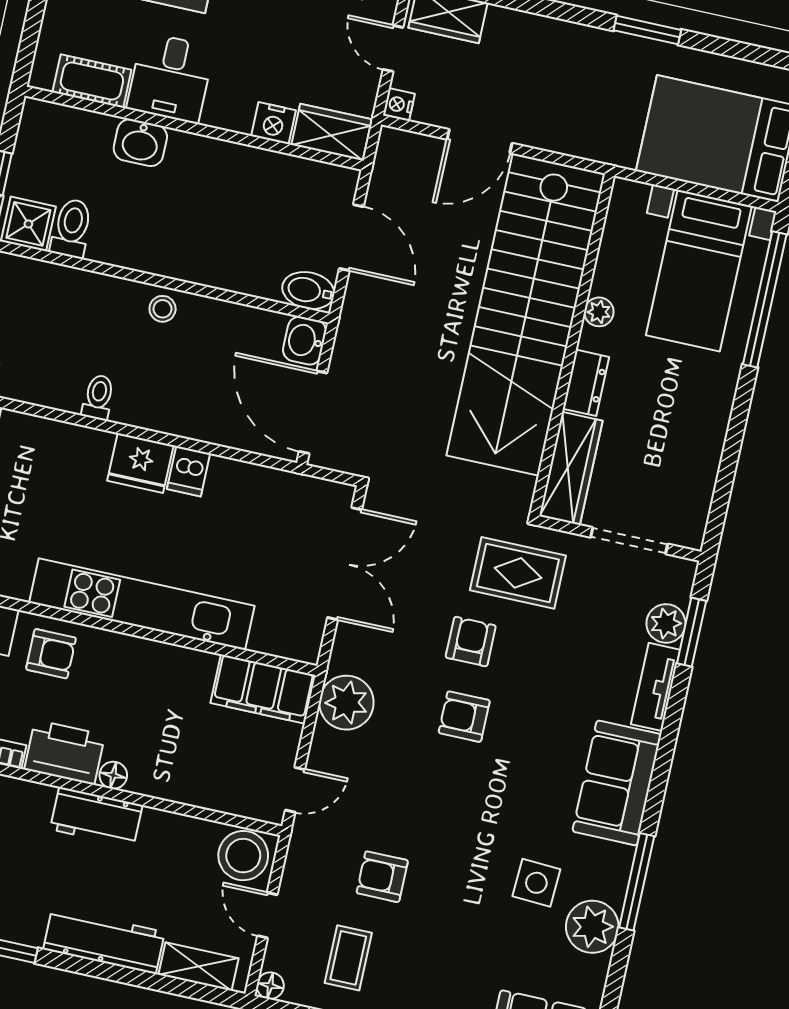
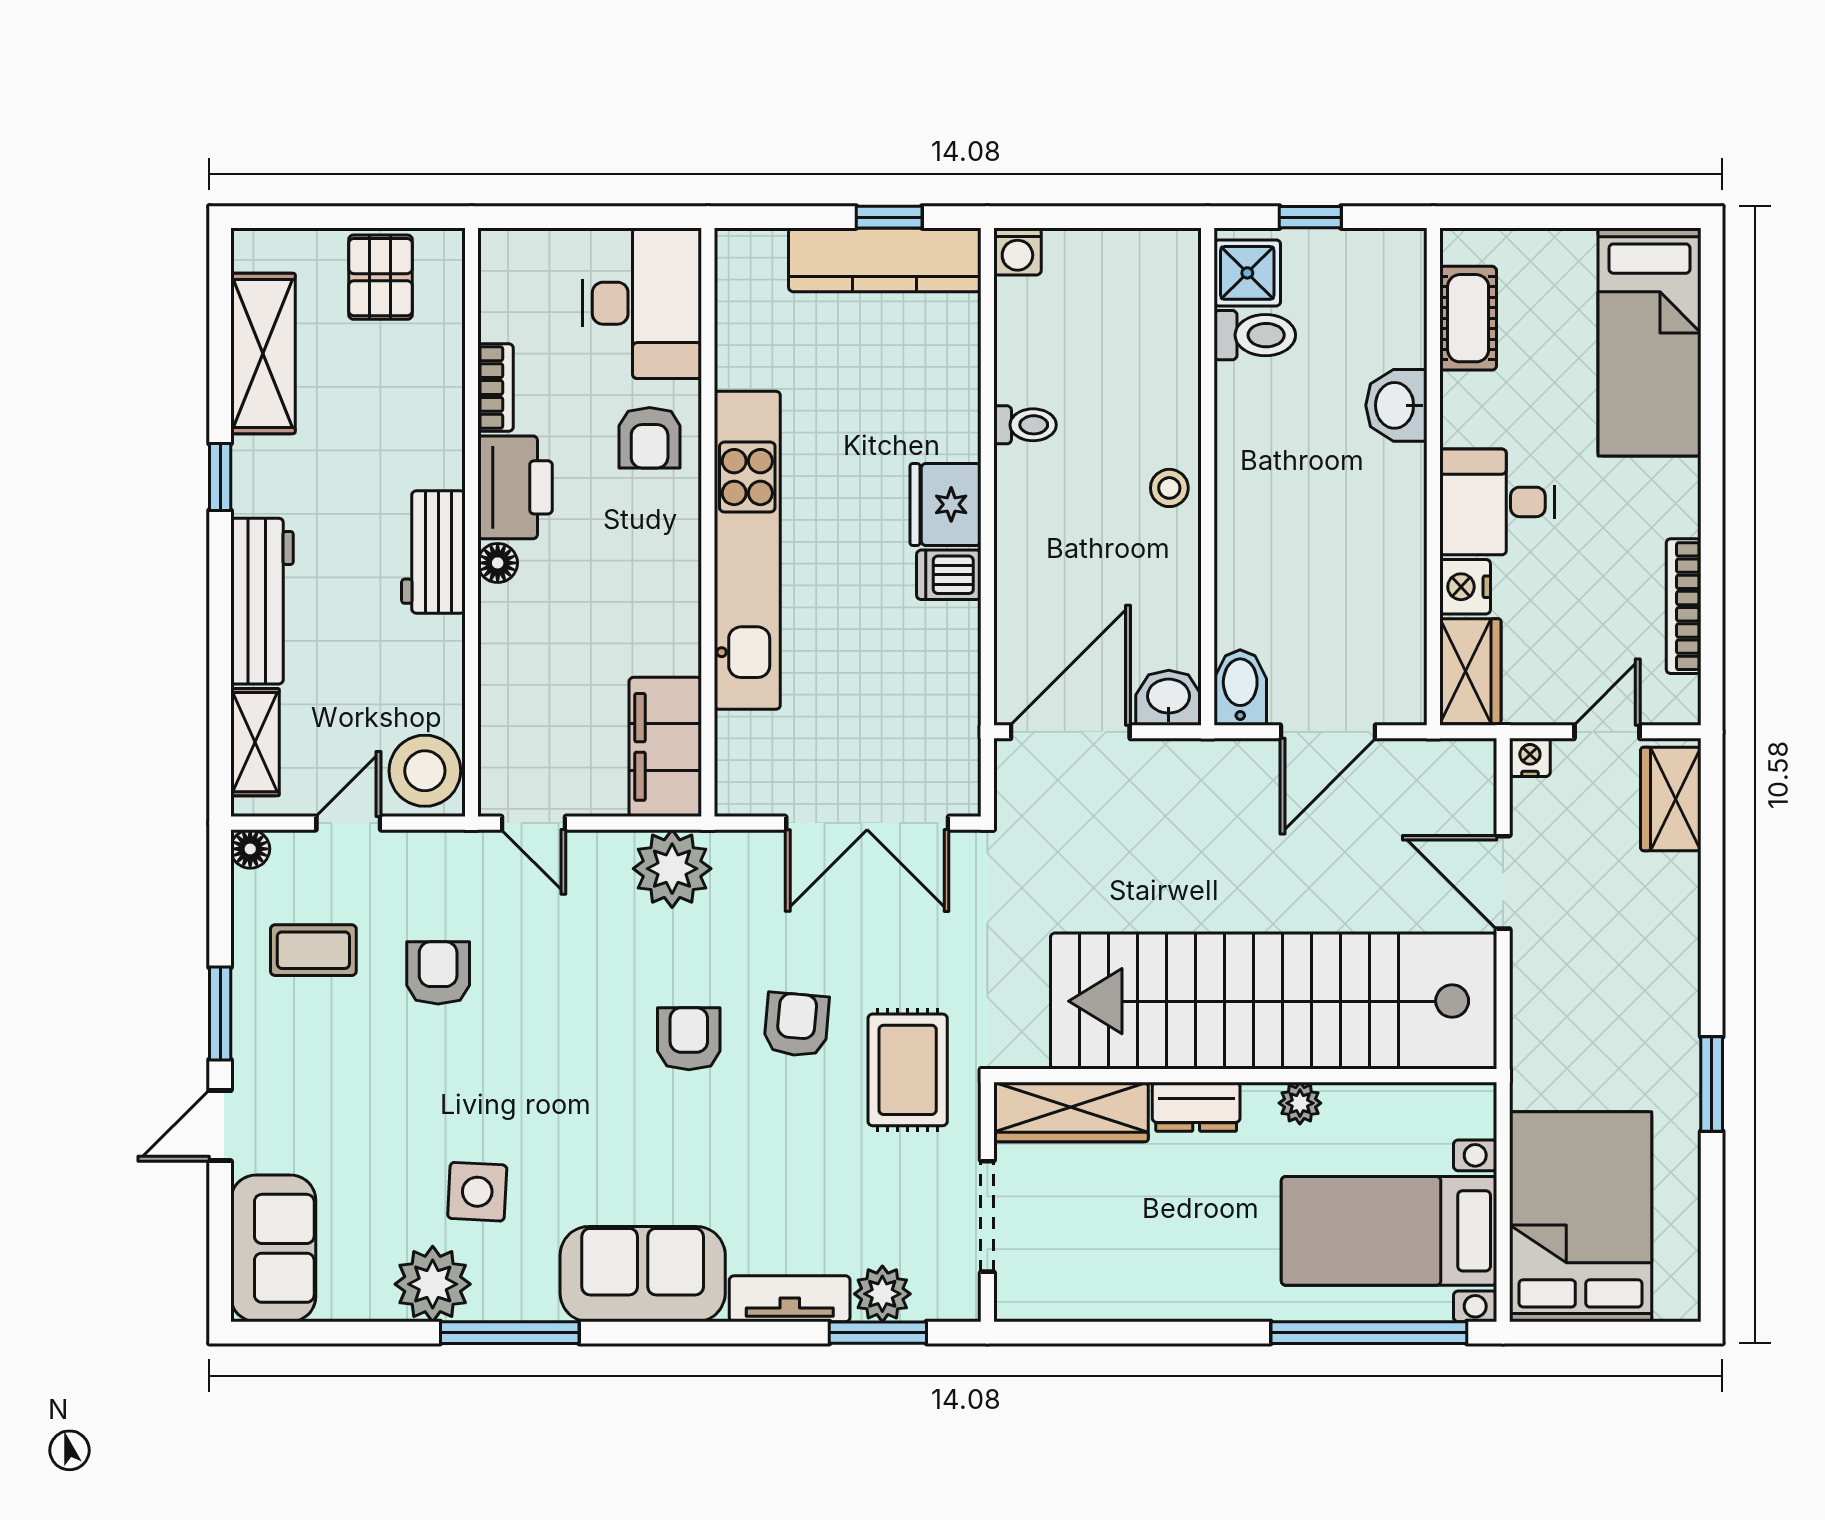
desk: (170, 78) -> (1497, 502), moved
armchair: (471, 642) -> (796, 1025), turned -85

